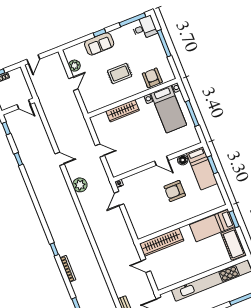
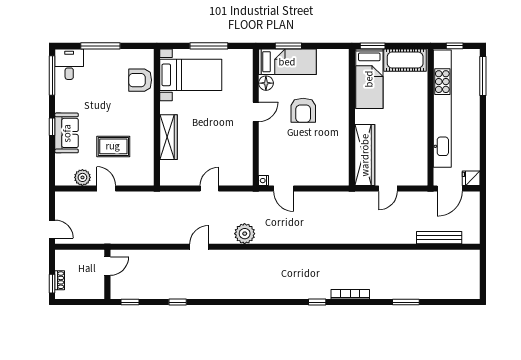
rug: (120, 74) -> (113, 146), moved, turned 90

